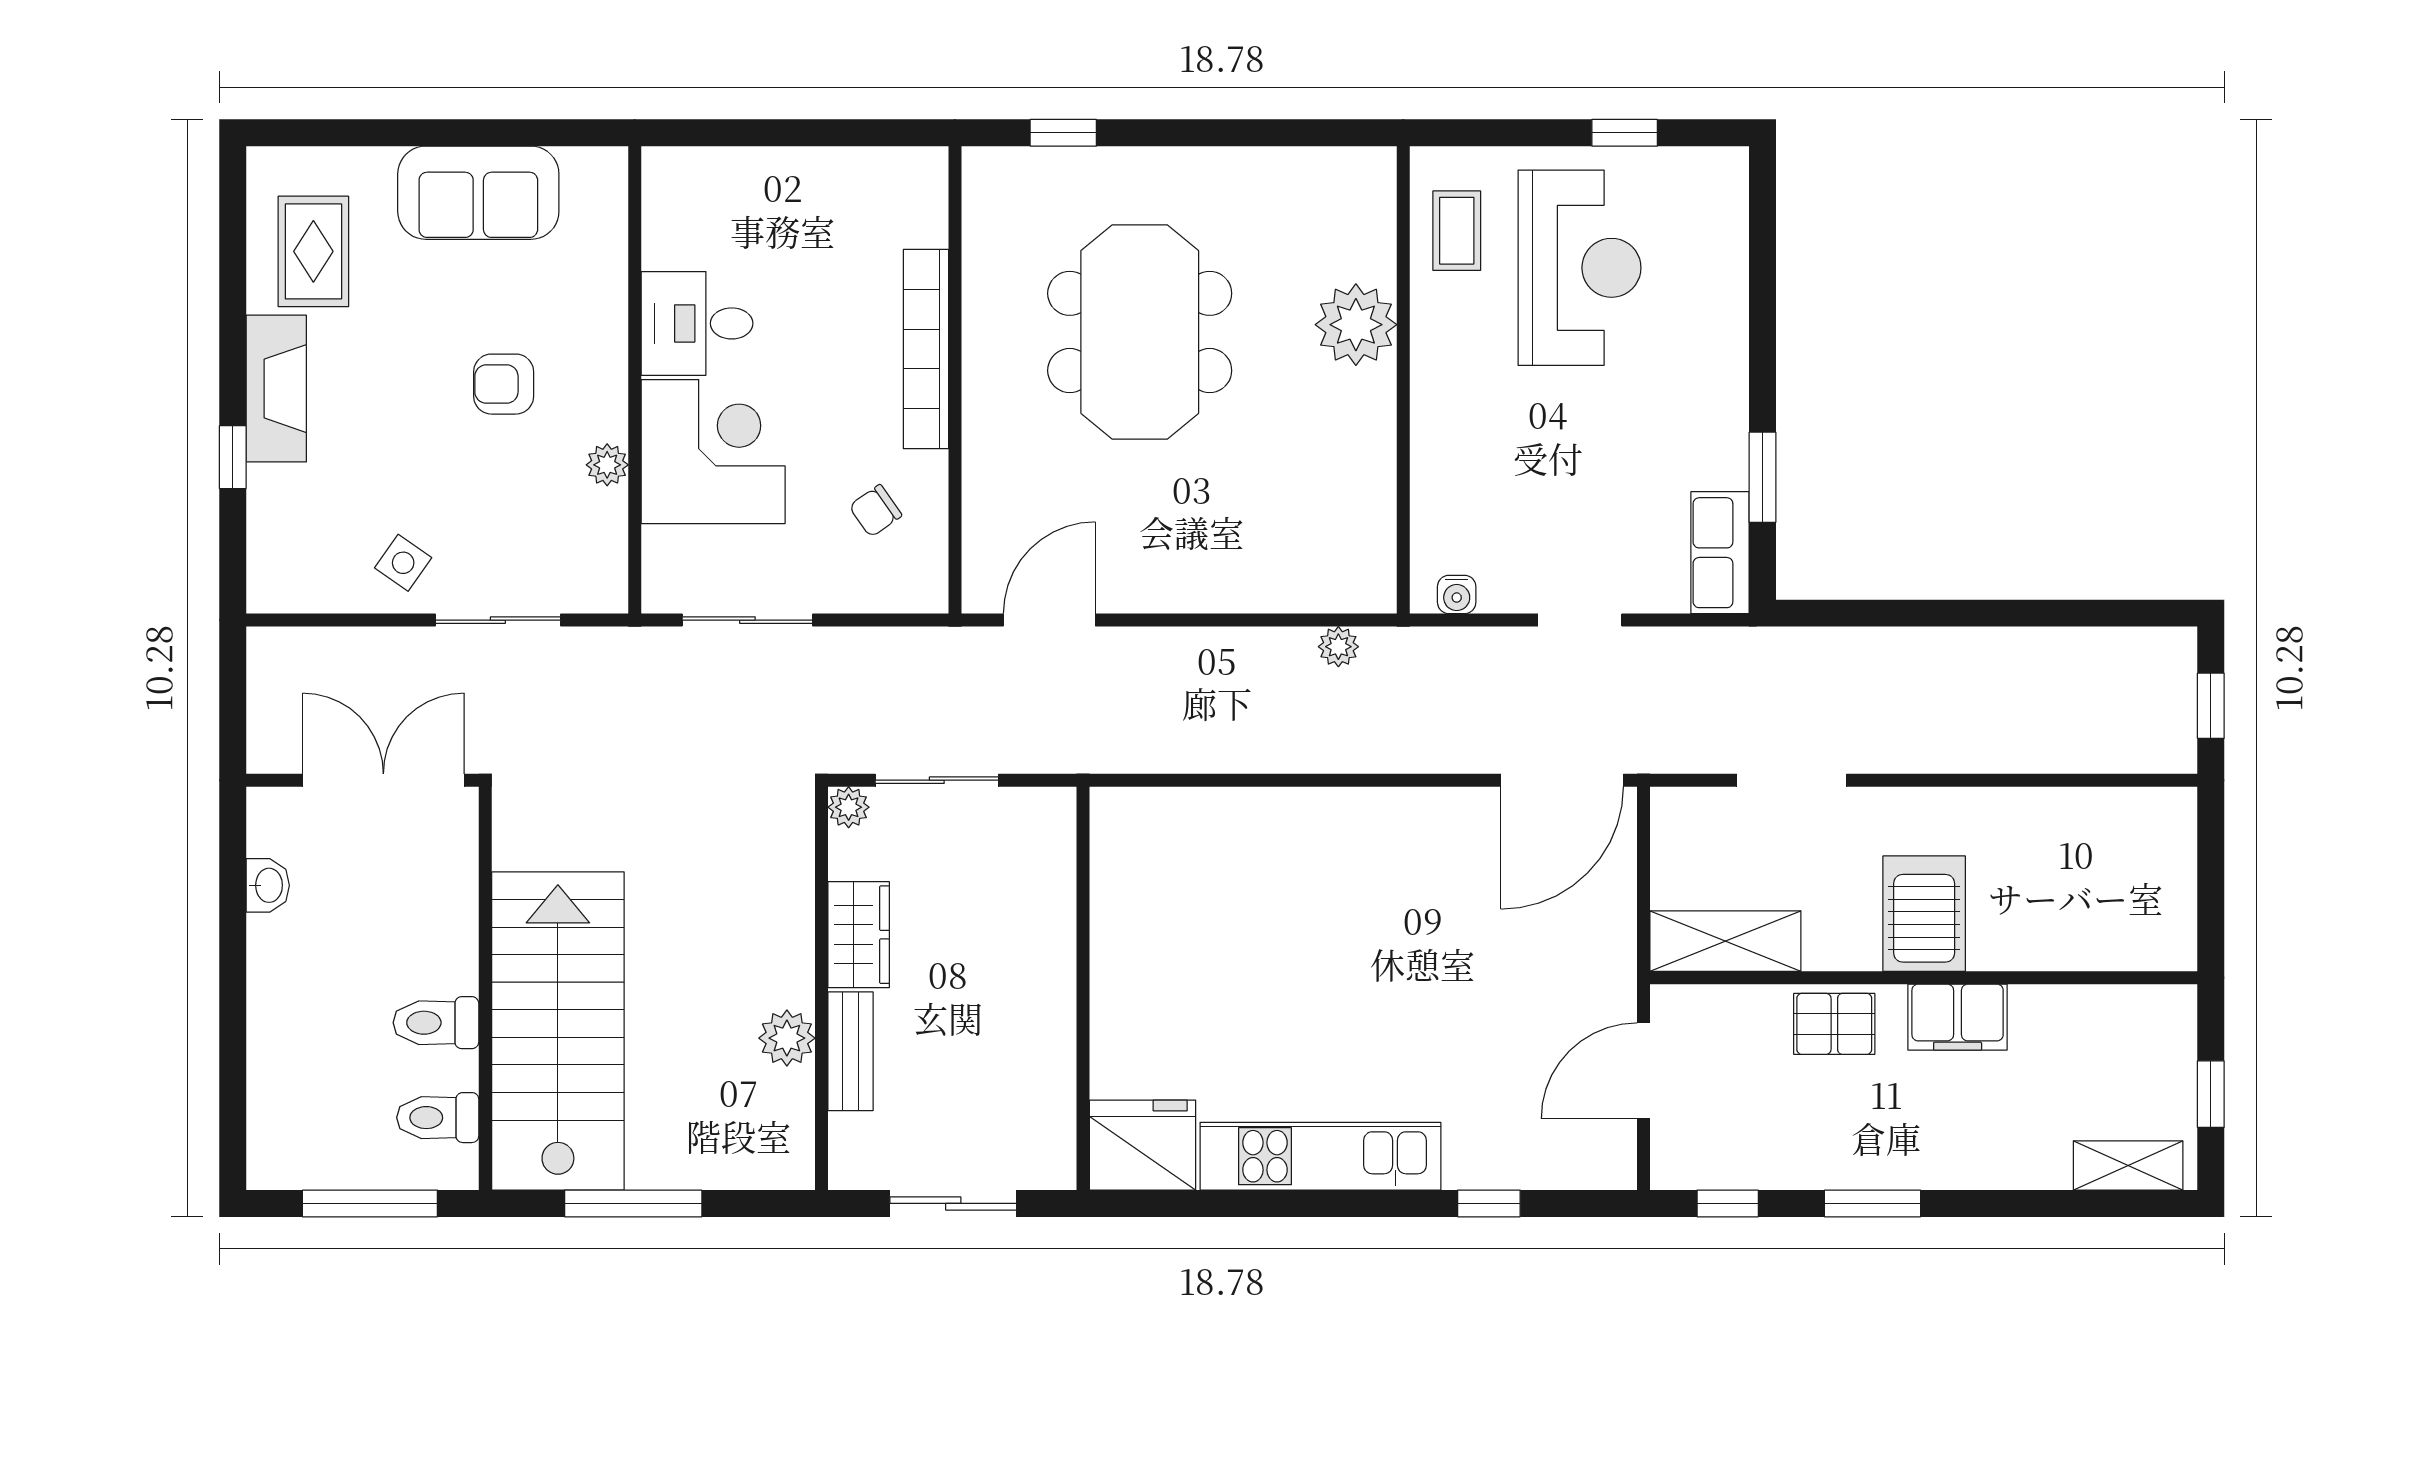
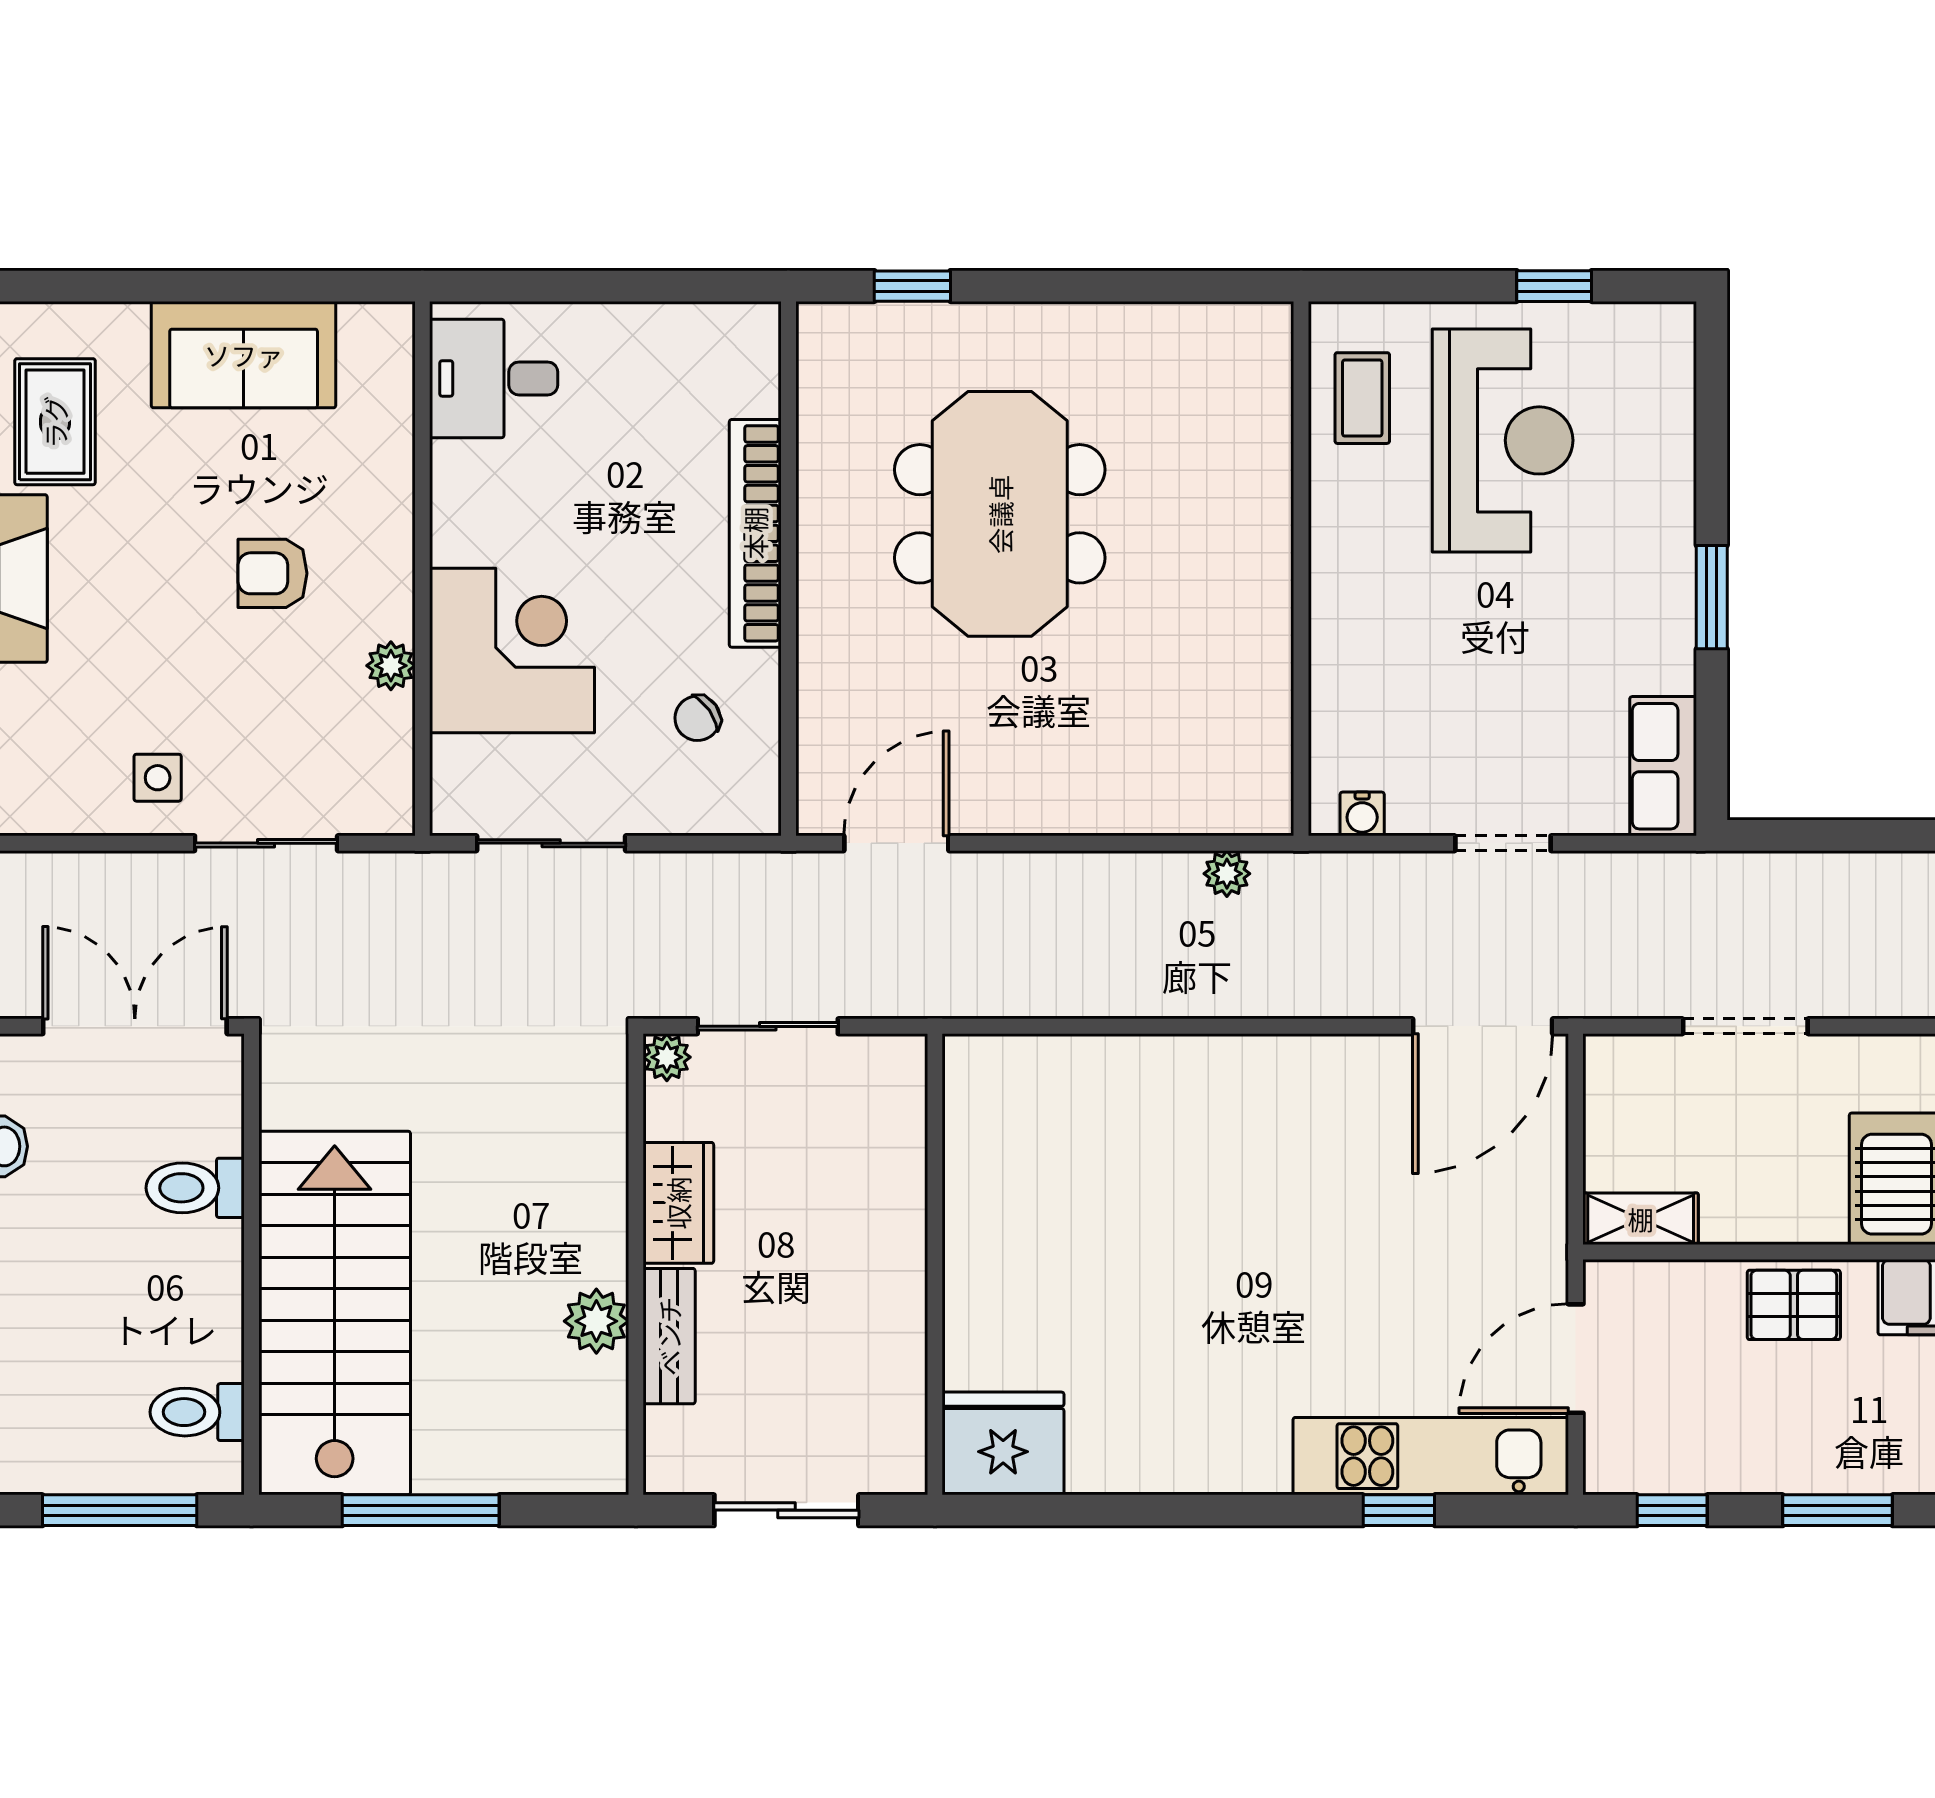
desk: (697, 323) -> (494, 378), moved
plant: (1356, 325) -> (1247, 505), removed
window: (1762, 477) -> (1712, 597), moved
side table: (403, 563) -> (158, 778), turned -35
shelving: (1725, 941) -> (1641, 1219), width x0.67, depth x0.75
toilet: (436, 1023) -> (195, 1188), moved
kitchen unit: (1320, 1156) -> (1431, 1456), moved

